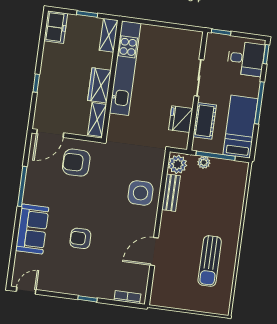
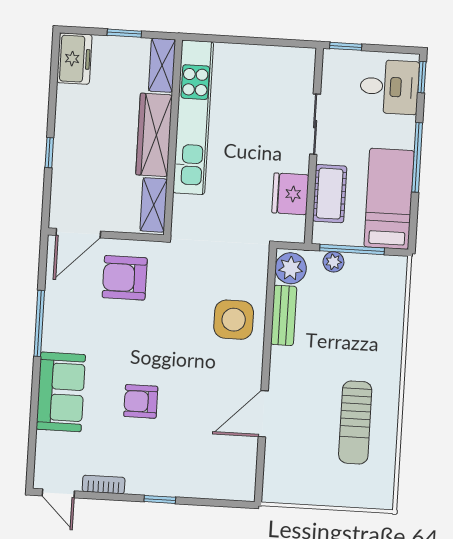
wardrobe: (99, 85) -> (154, 135), width x1.50
door: (26, 291) -> (58, 493), swing flipped
bookcase: (127, 297) -> (104, 484), moved

